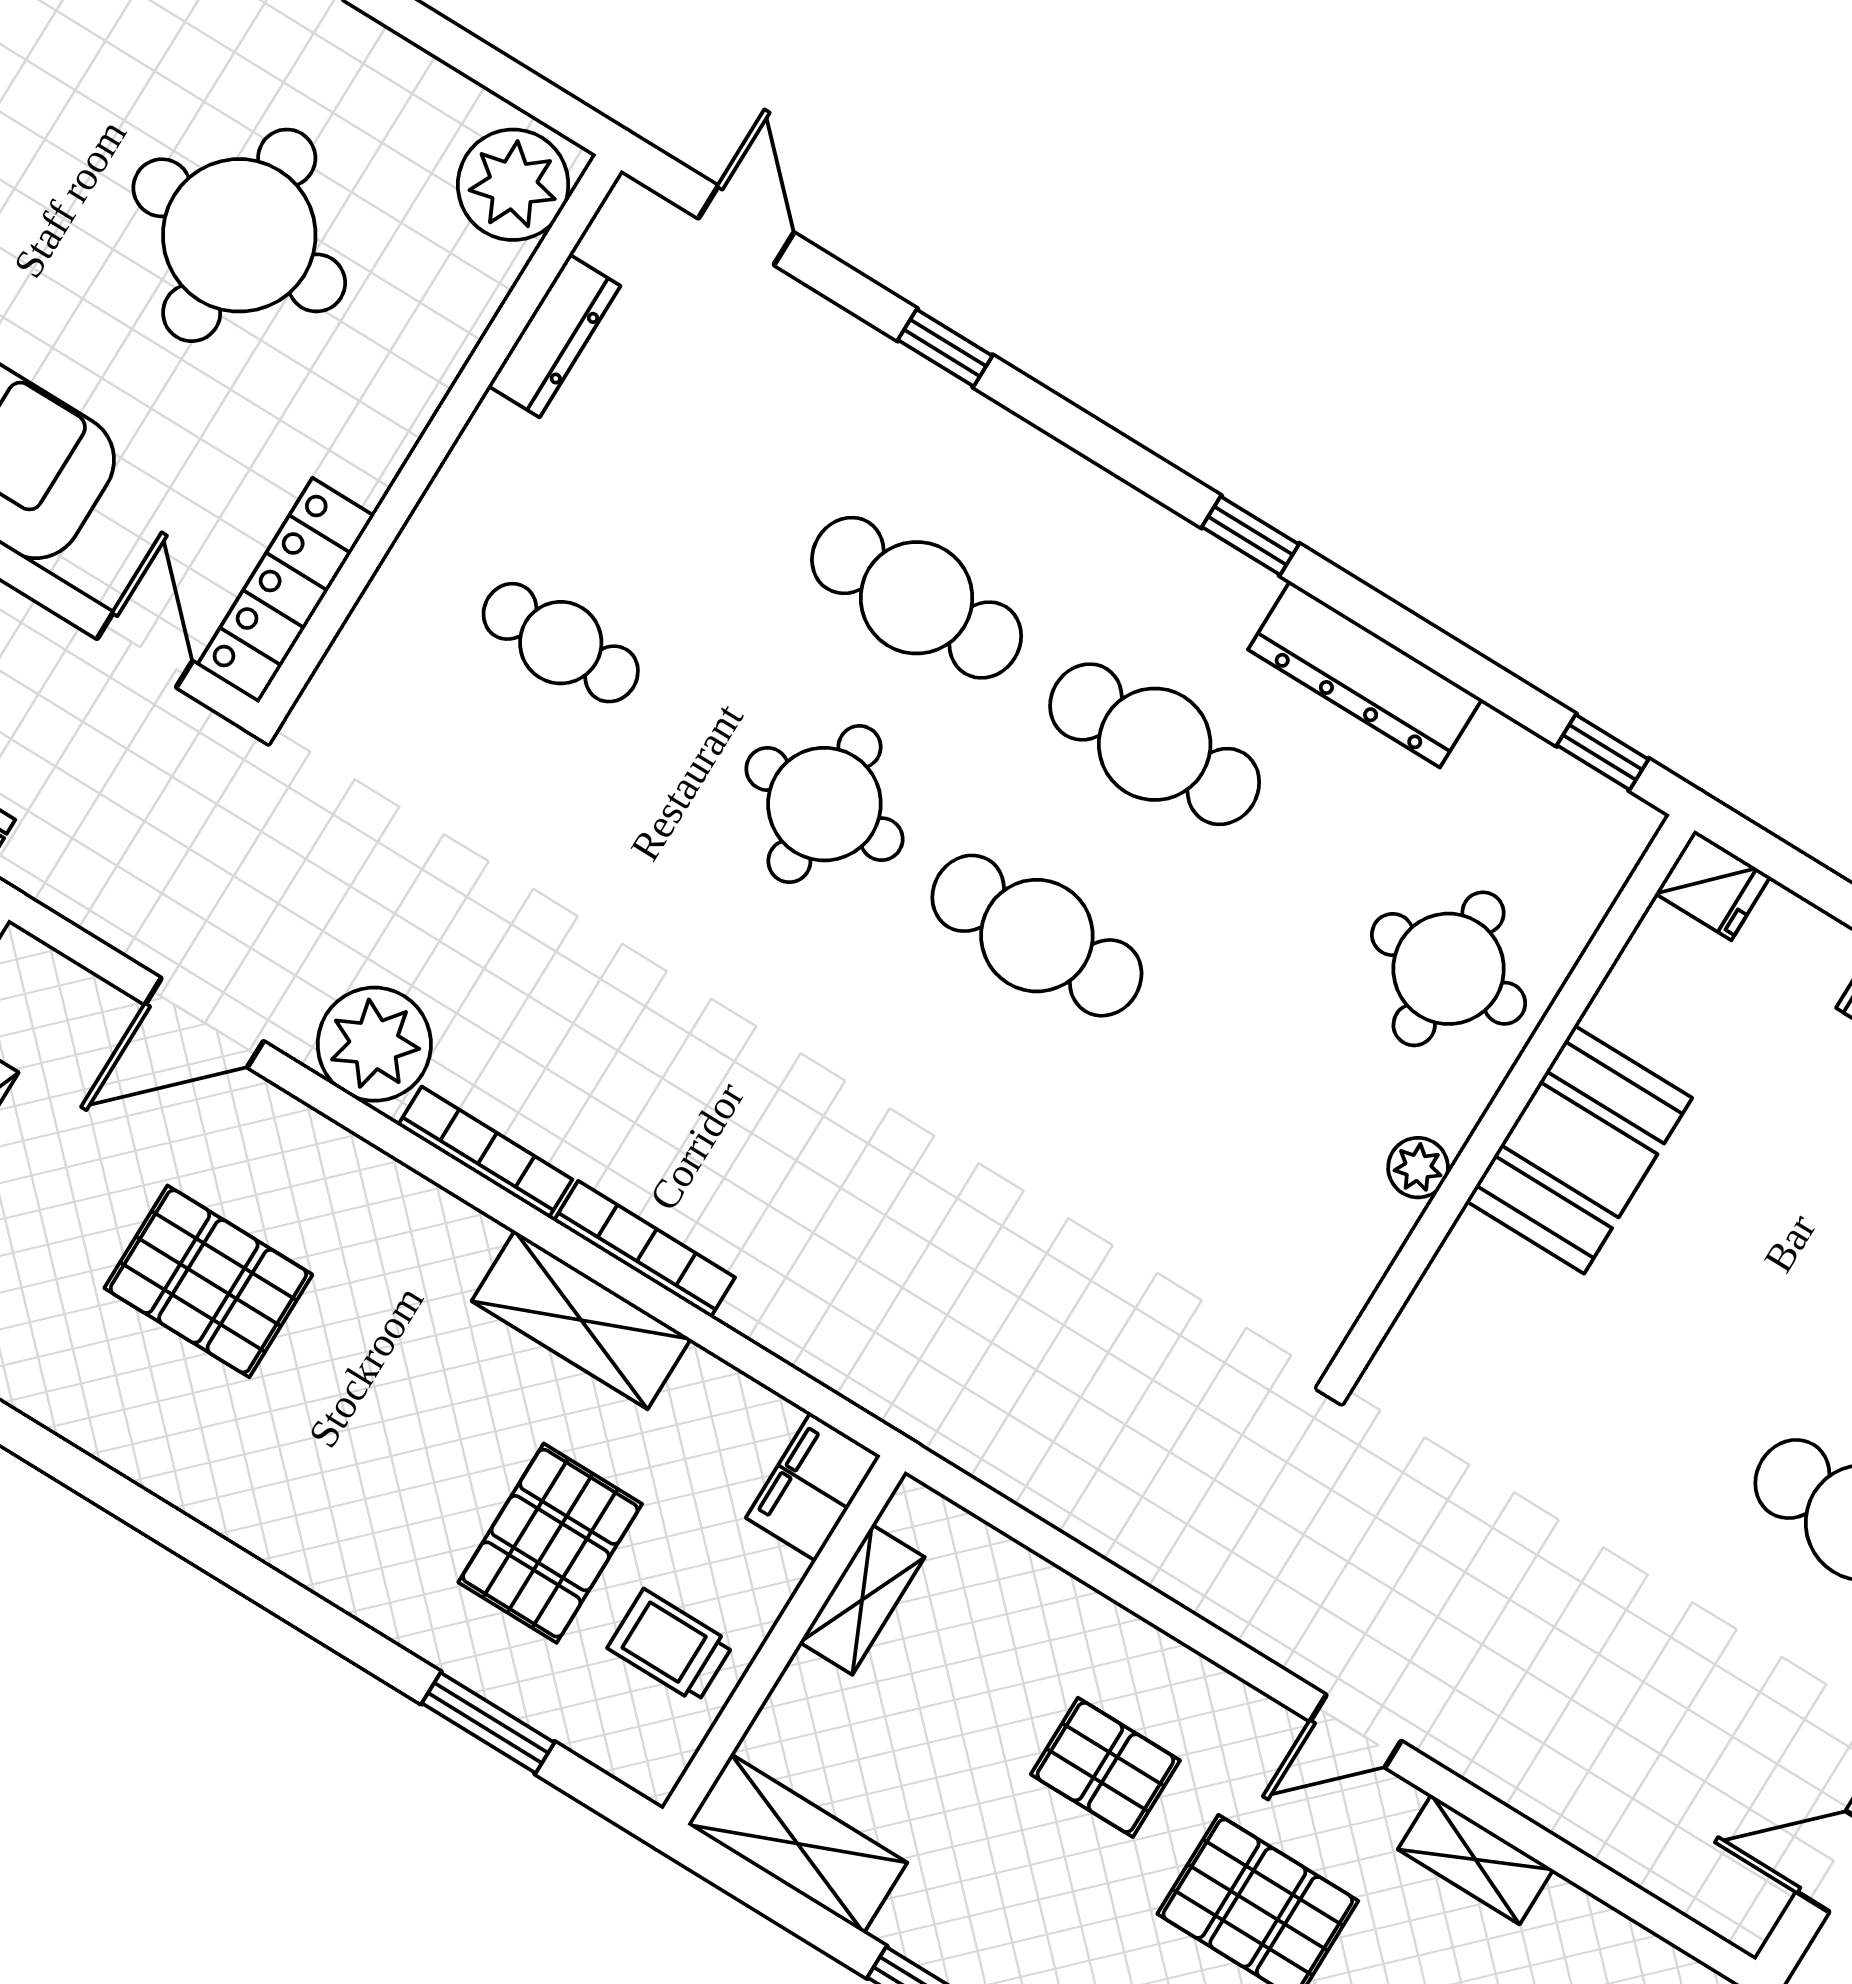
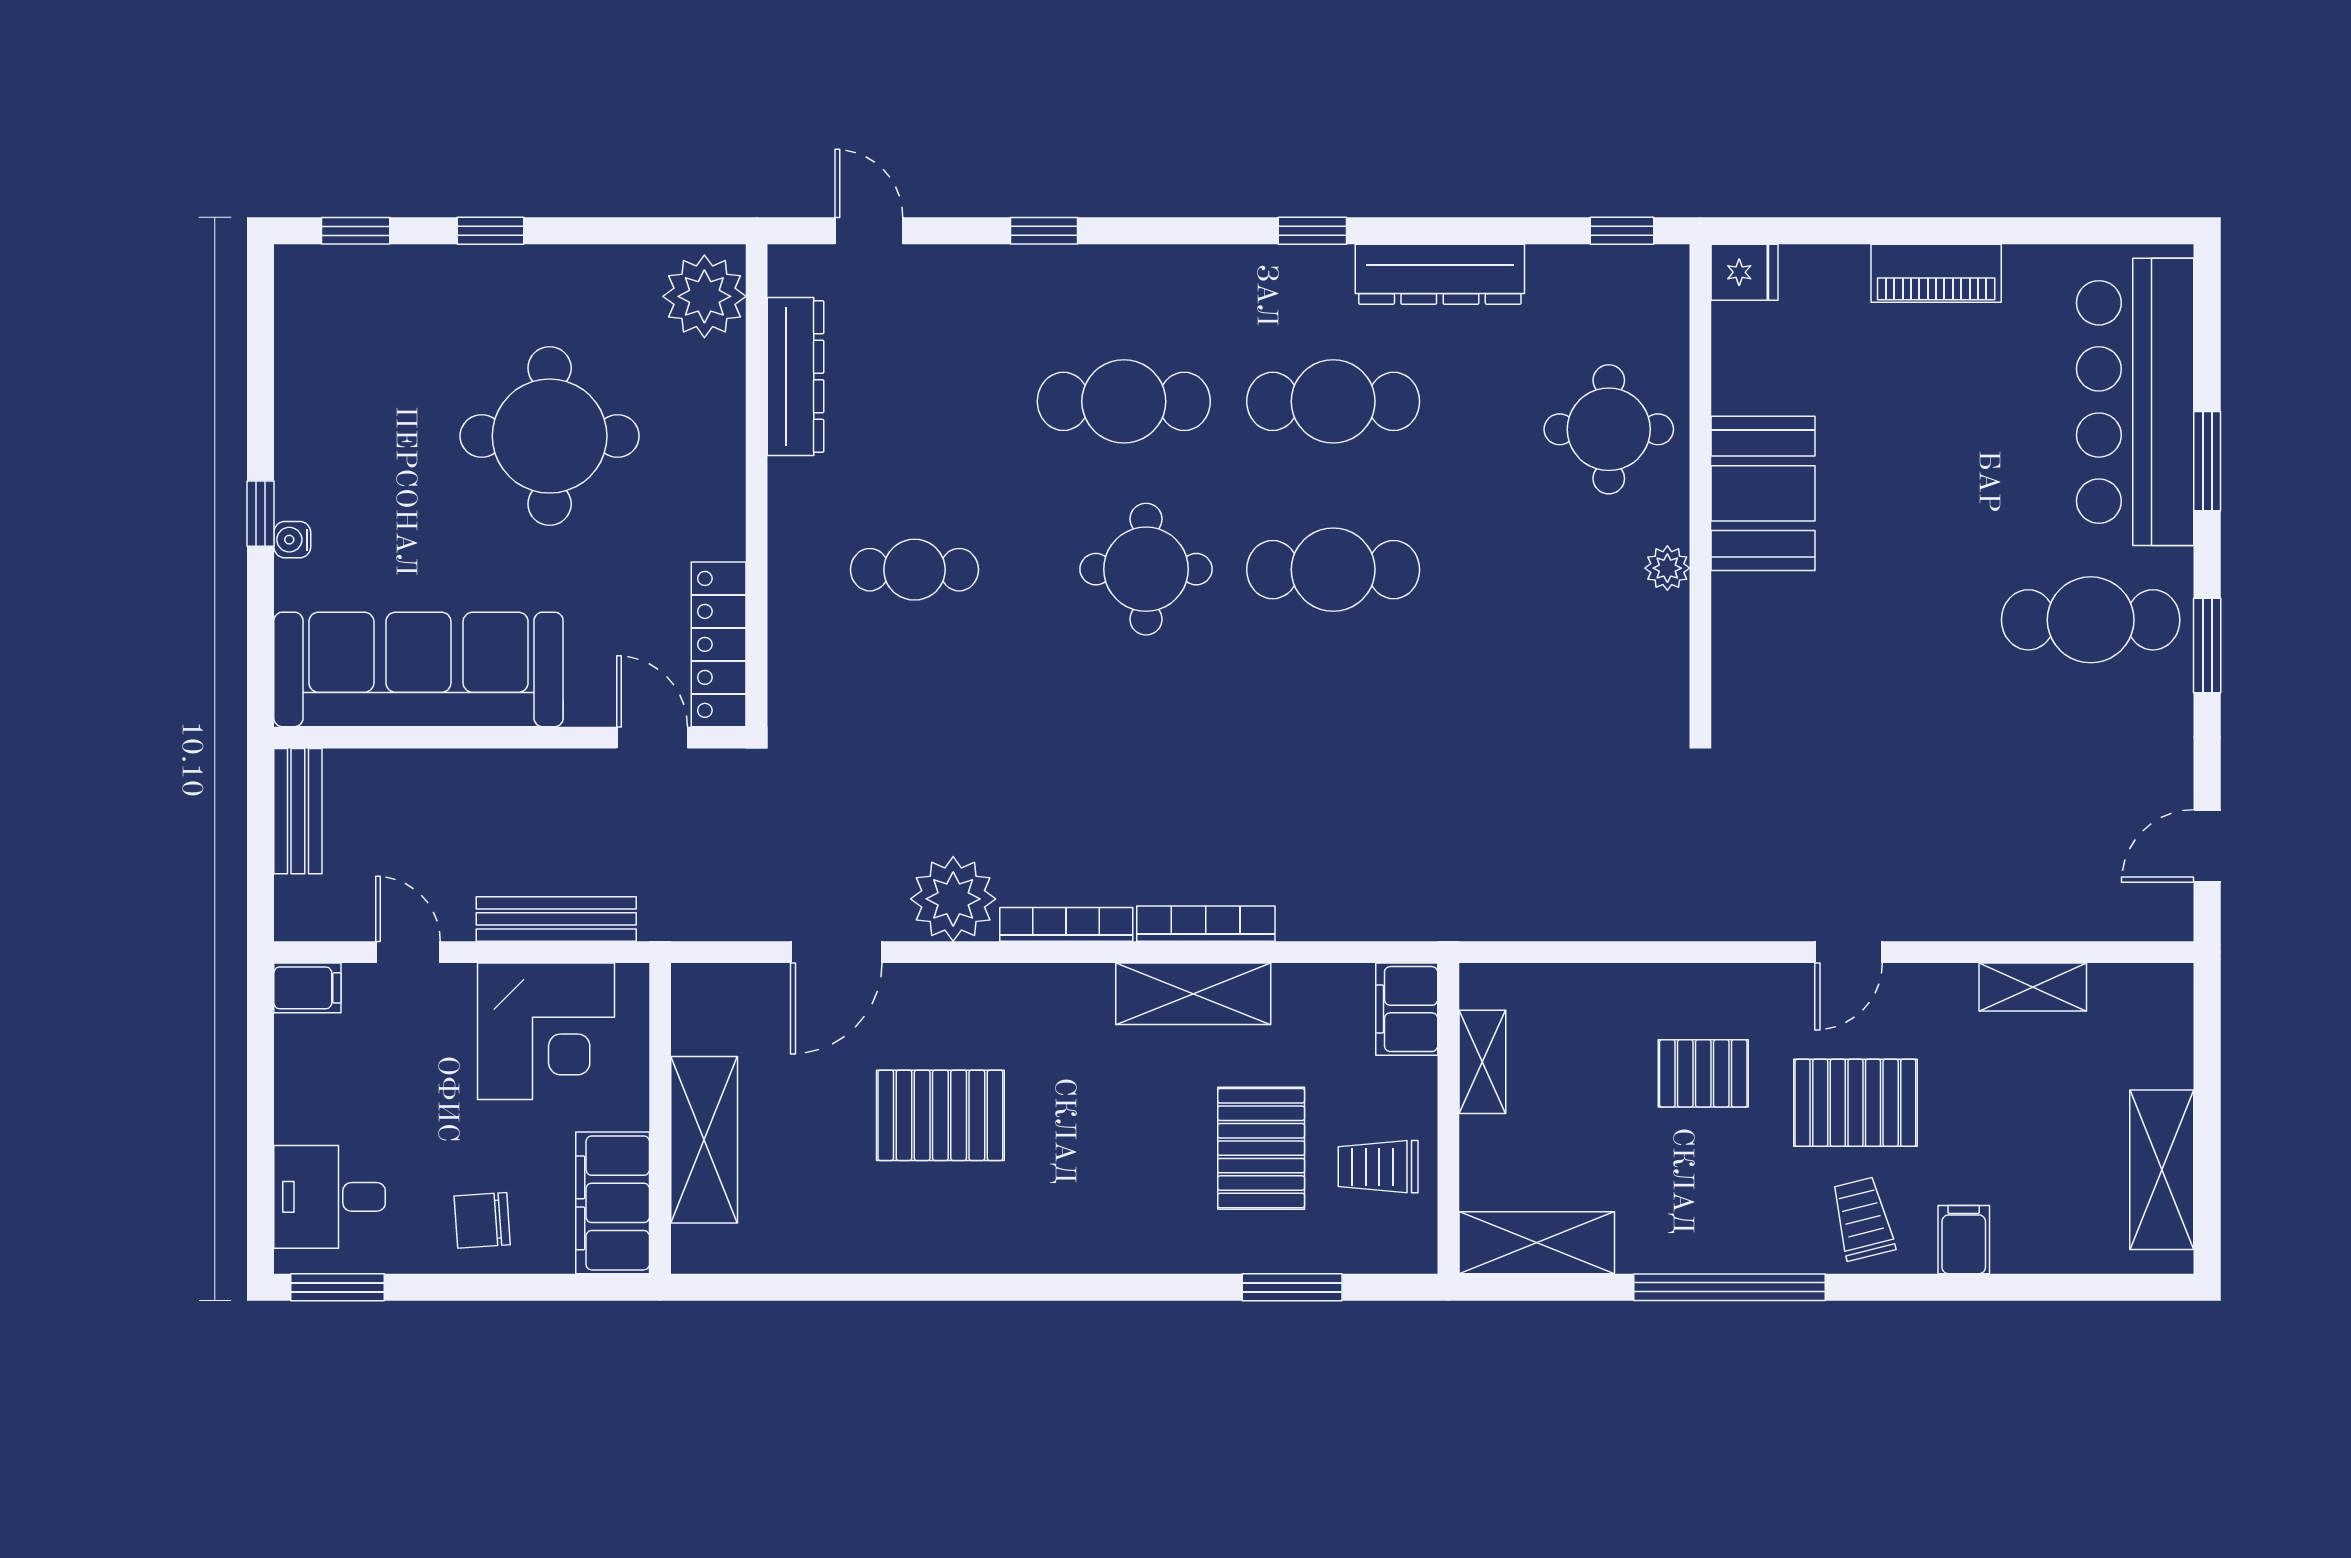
dresser: (554, 336) -> (796, 376), width x1.37, depth x1.24
shelving: (1476, 1860) -> (2033, 987), moved

